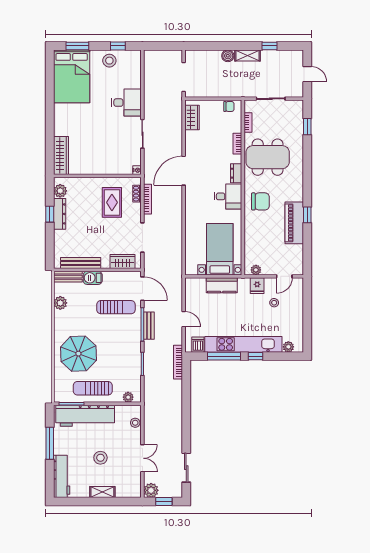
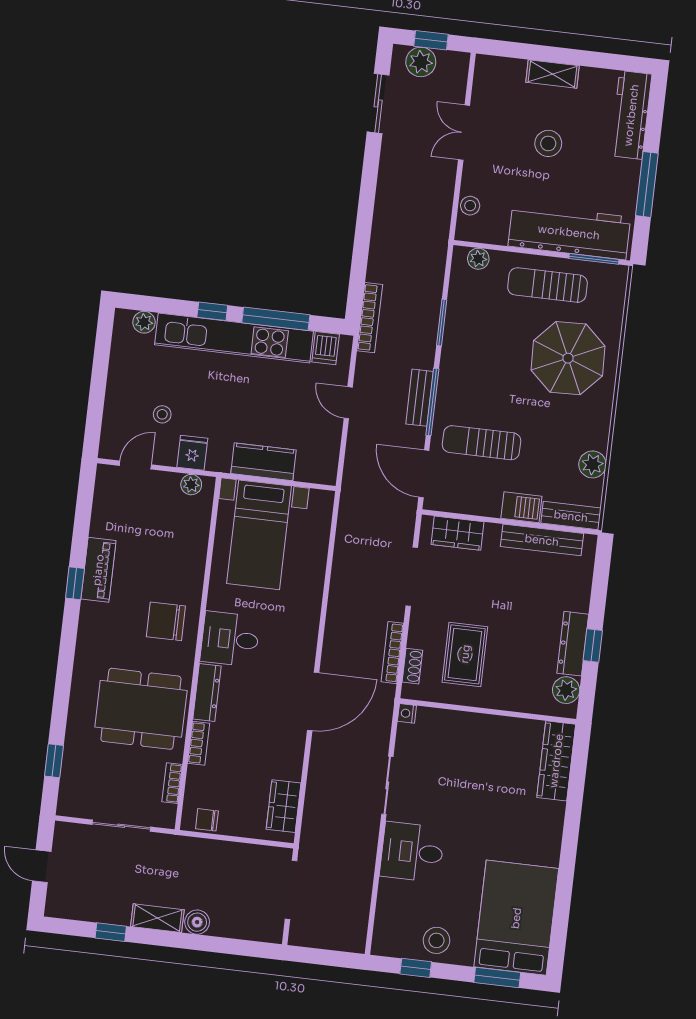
dresser: (236, 173) -> (207, 692), width x1.44
piano: (294, 223) -> (98, 570), width x0.73, depth x0.75
sun lounger: (93, 388) -> (547, 285), turned 180
plant: (151, 490) -> (421, 62), moved

